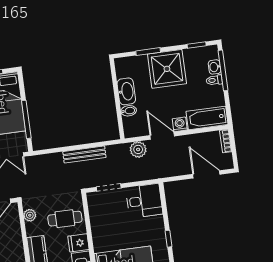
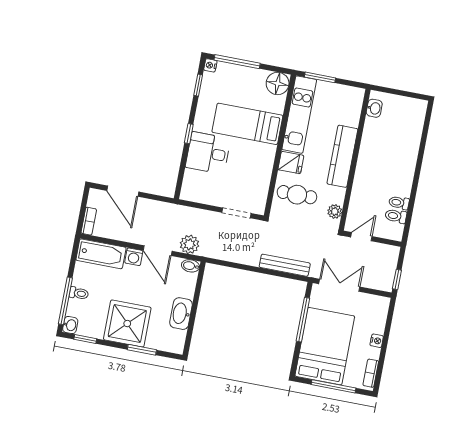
washbasin: (215, 67) -> (70, 325), moved
bidet: (129, 111) -> (190, 266), moved
bench: (84, 154) -> (285, 265), moved
desk: (144, 201) -> (208, 153), moved

